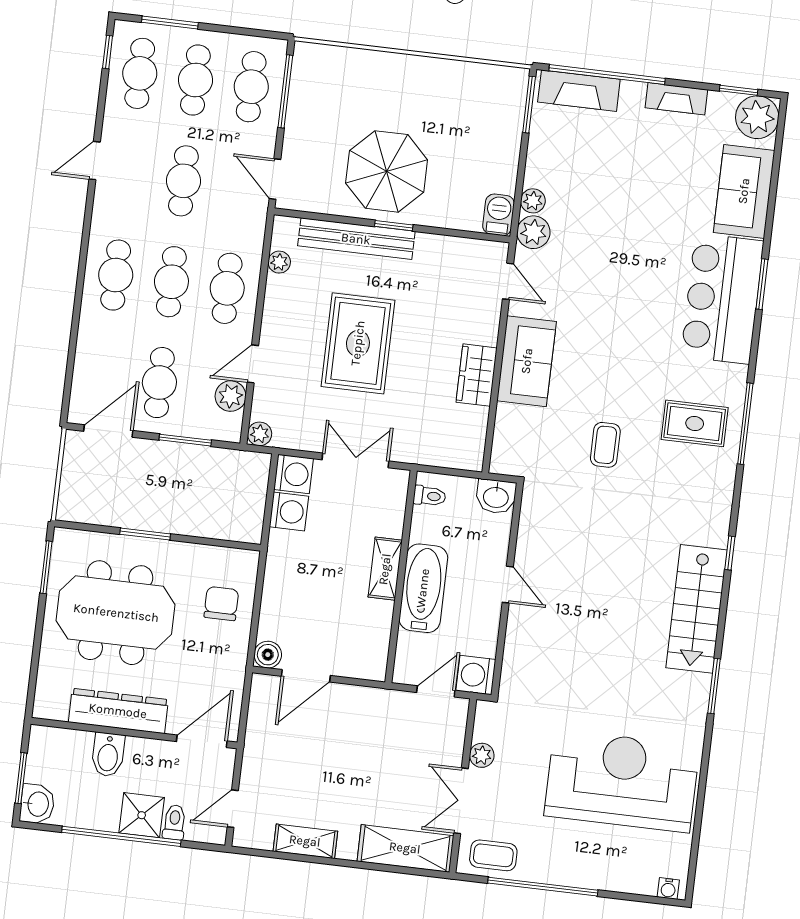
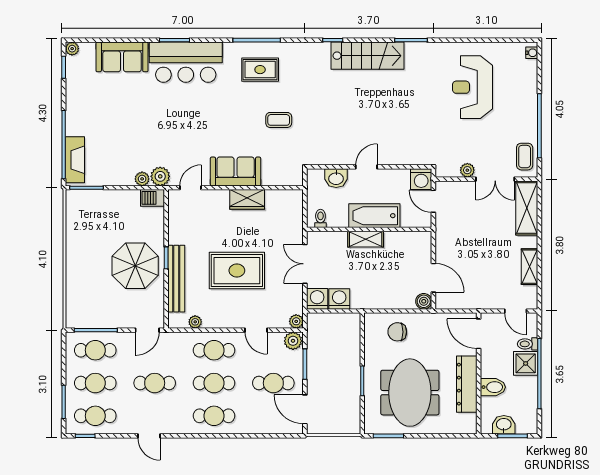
fireplace: (676, 99) -> (73, 103), removed
plant: (757, 117) -> (72, 49), width x0.53, depth x0.53
plant: (231, 396) -> (293, 341), moved
rug: (695, 423) -> (260, 70), turned 90
washbasin: (496, 496) -> (336, 178), moved, turned 90
reception desk: (622, 781) -> (473, 87), width x0.74, depth x0.77
washbasin: (37, 804) -> (504, 425), moved

